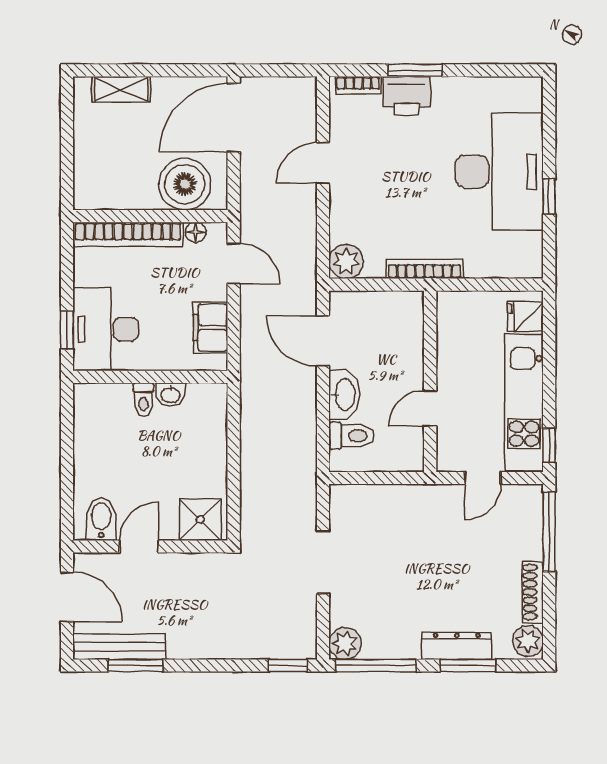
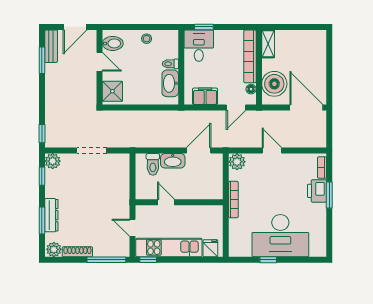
shelving: (121, 89) -> (268, 44), moved
door: (323, 163) -> (272, 151), moved
desk: (106, 329) -> (199, 46), width x0.73
washbasin: (170, 395) -> (170, 83), width x1.91, depth x1.45
stool: (91, 449) -> (147, 39), added
bench: (119, 647) -> (51, 46), width x0.73
window: (376, 666) -> (42, 176), width x0.46

